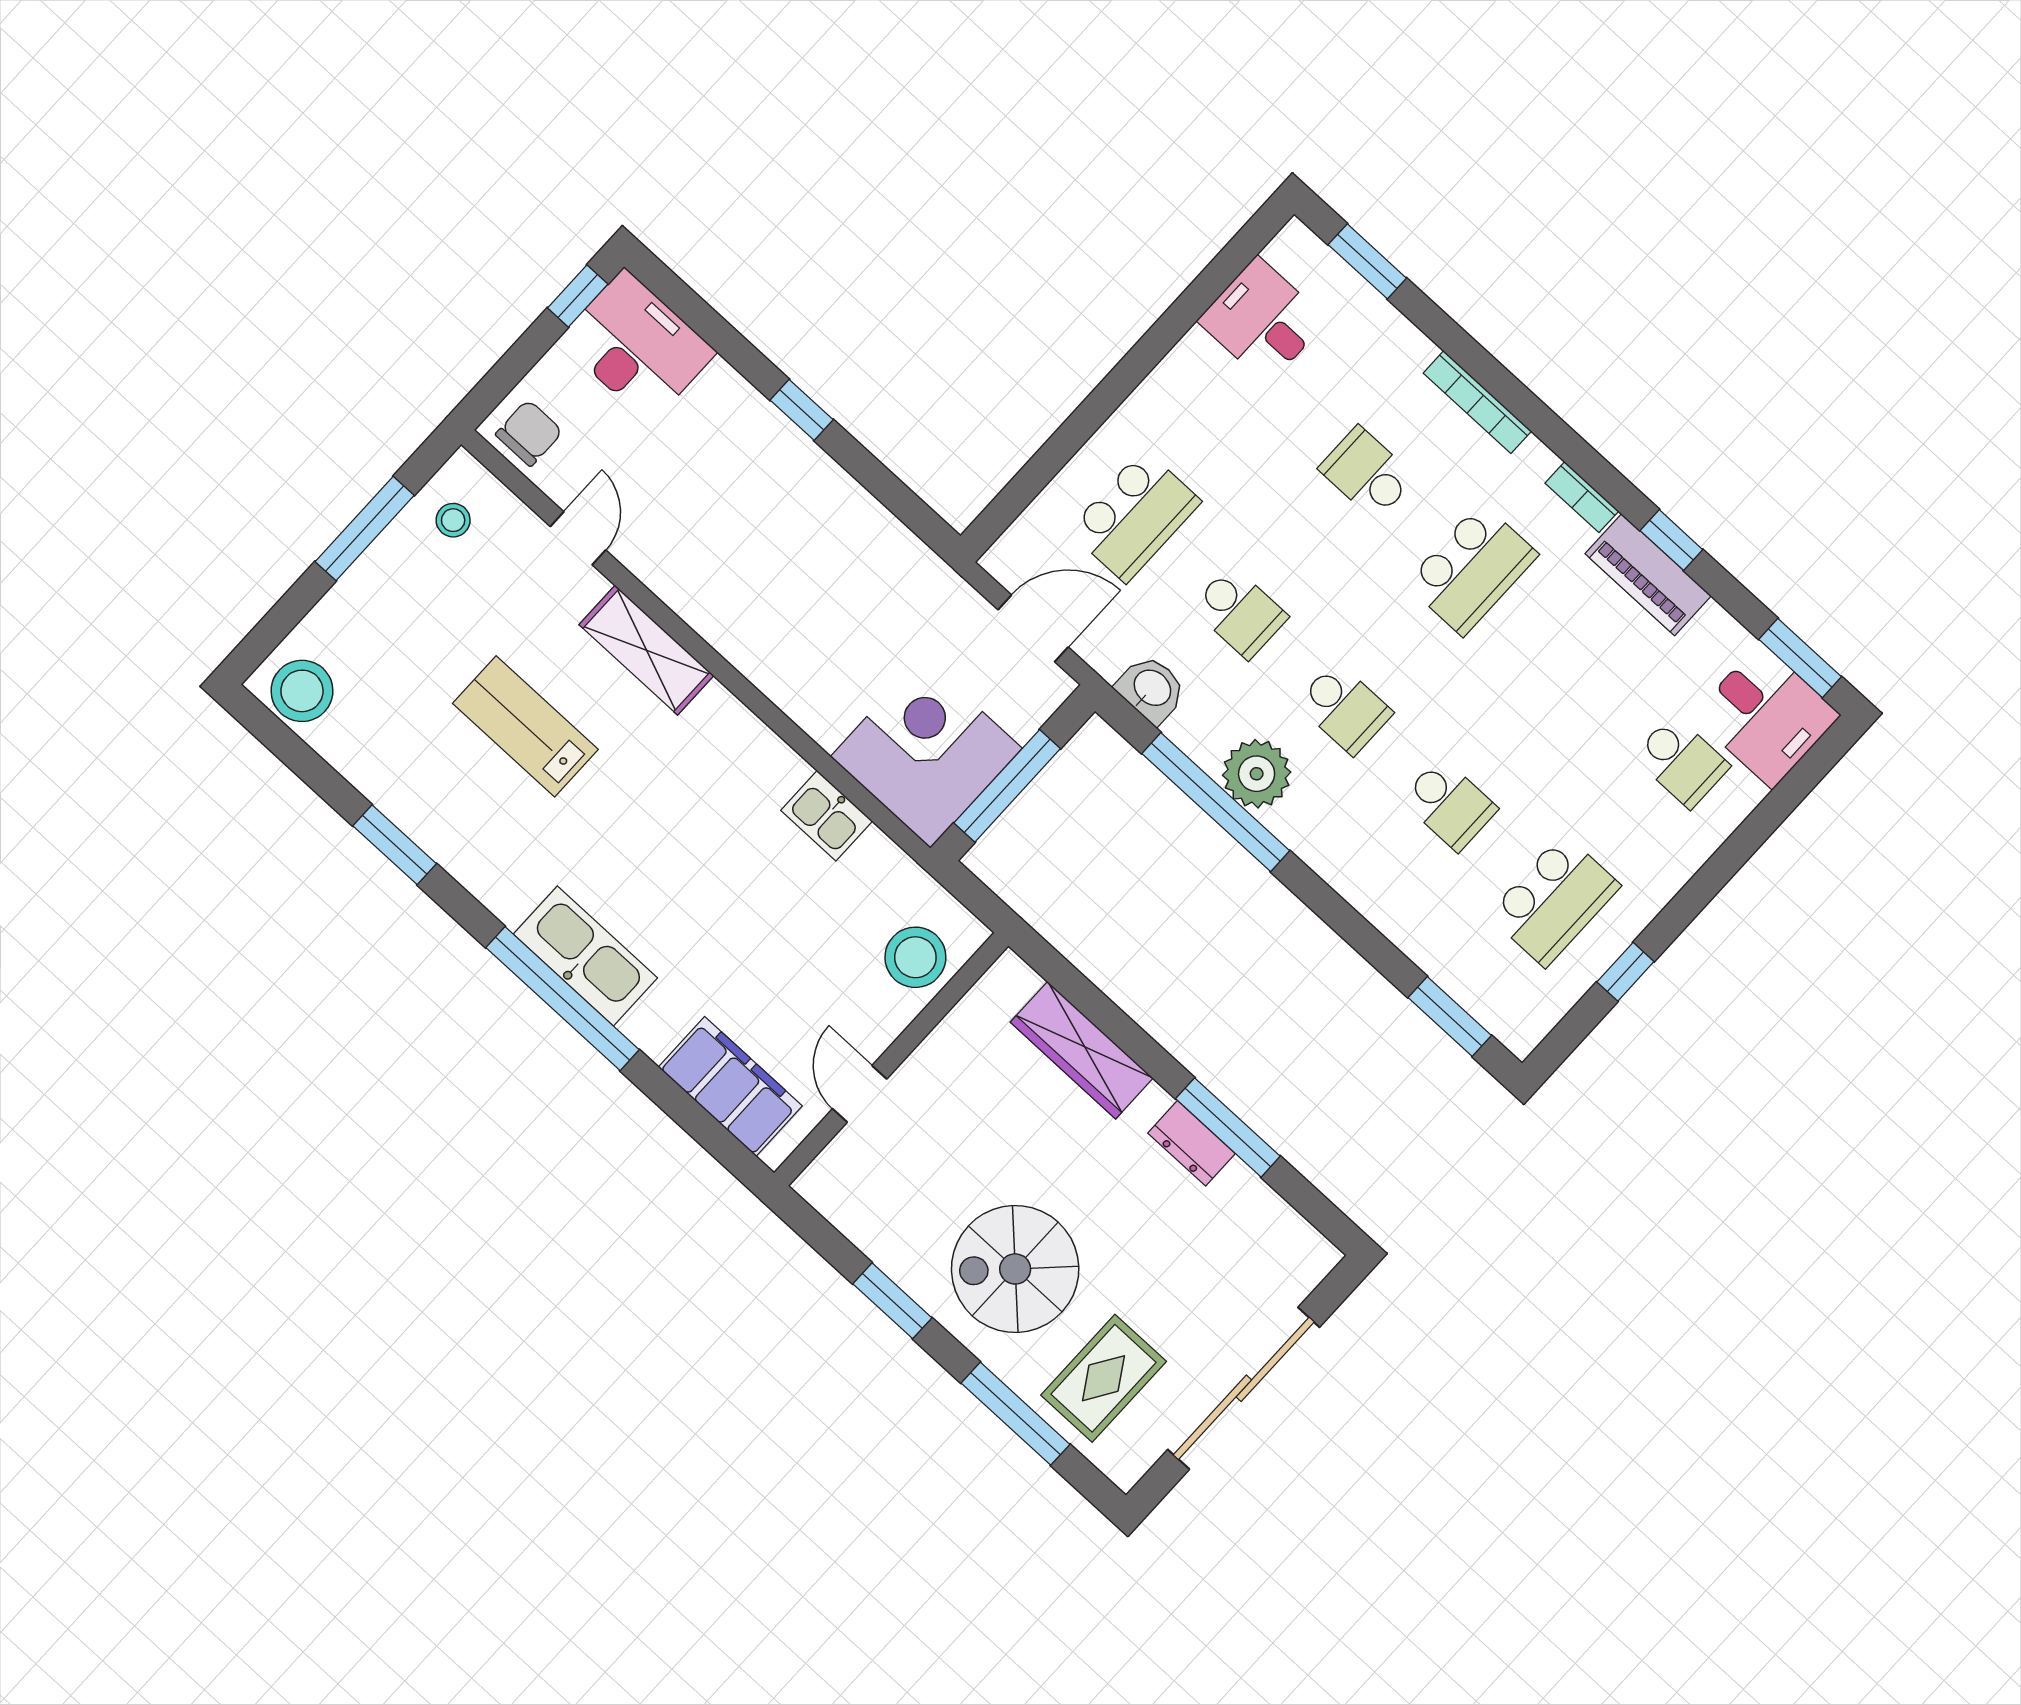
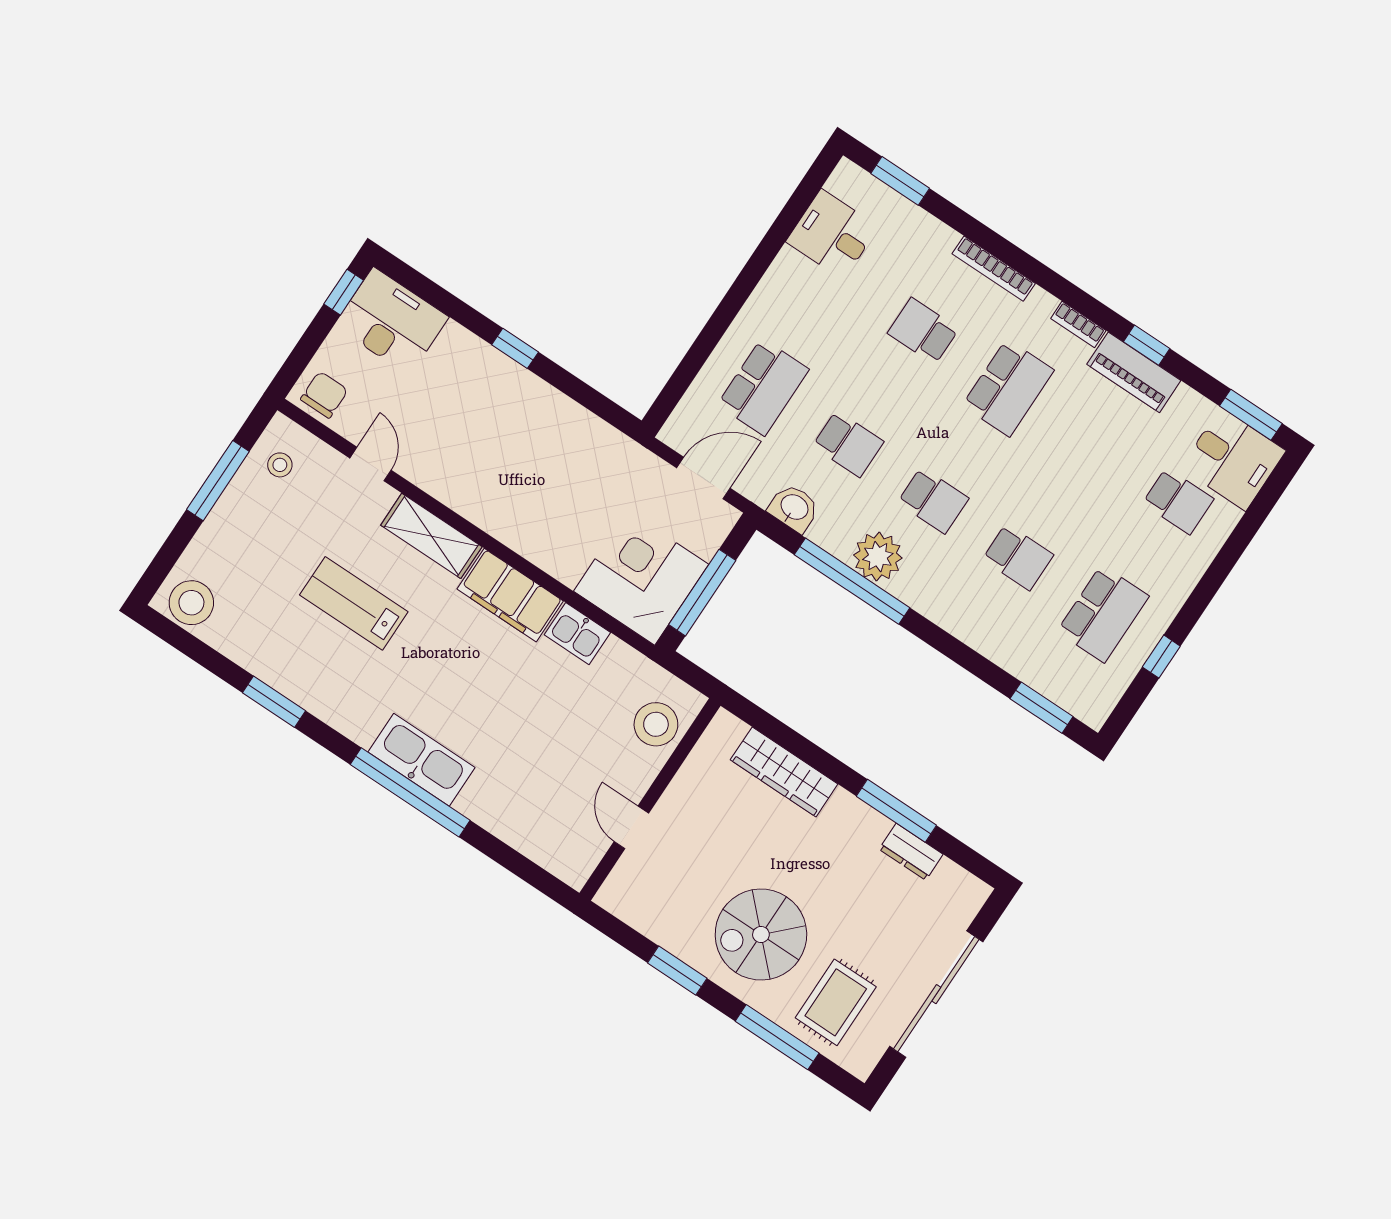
filing cabinet: (730, 1086) -> (510, 595), moved, turned 180
dresser: (1192, 1143) -> (911, 852), moved

